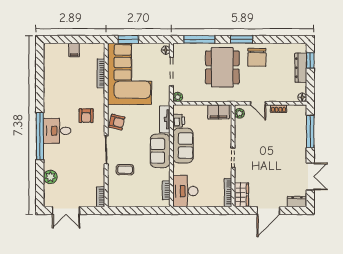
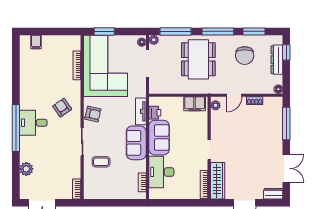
window: (242, 39) -> (218, 31), width x1.44
window: (278, 39) -> (254, 31), added
filing cabinet: (74, 50) -> (36, 42), moved
chair: (257, 57) -> (245, 56), moved
plant: (178, 97) -> (154, 40), moved
door: (258, 103) -> (234, 95), hinge flipped
armchair: (86, 116) -> (62, 108), turned 145
desk: (185, 191) -> (161, 172), moved
wardrobe: (242, 195) -> (218, 181), width x1.50

